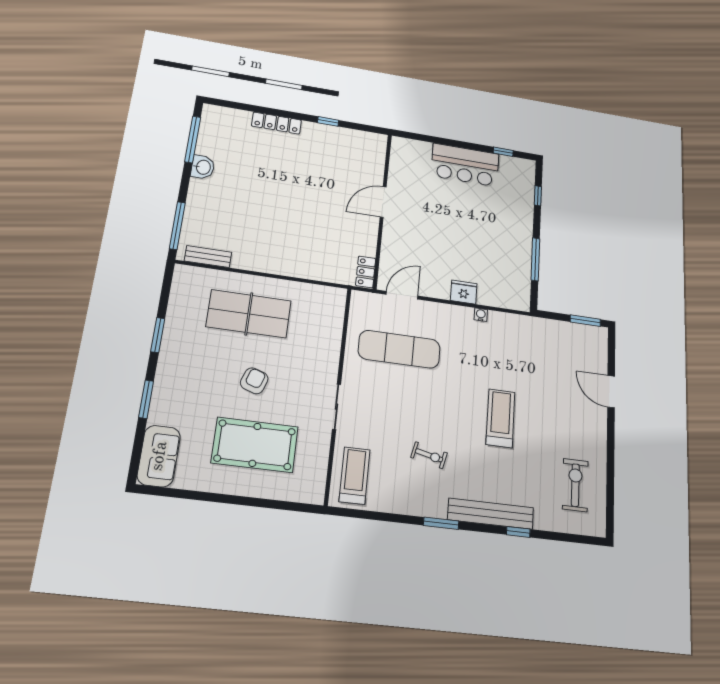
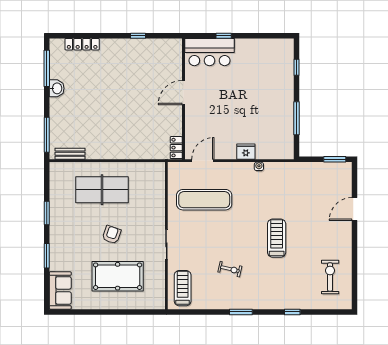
locker: (276, 123) -> (82, 44), moved
window: (503, 152) -> (224, 36), moved
bar counter: (465, 165) -> (209, 52), moved
door: (611, 392) -> (354, 209), hinge flipped
bench: (491, 514) -> (273, 302), removed

